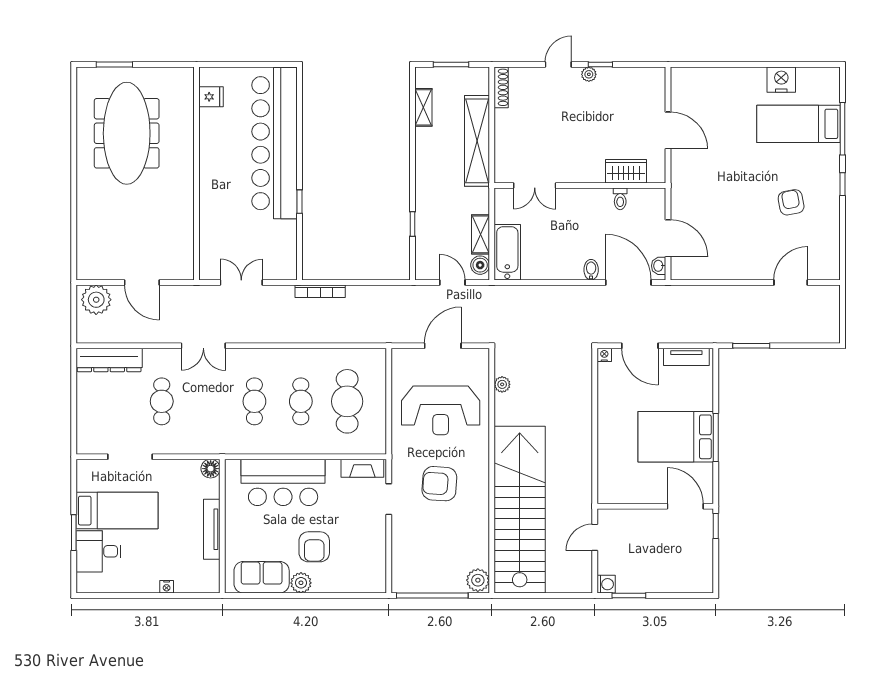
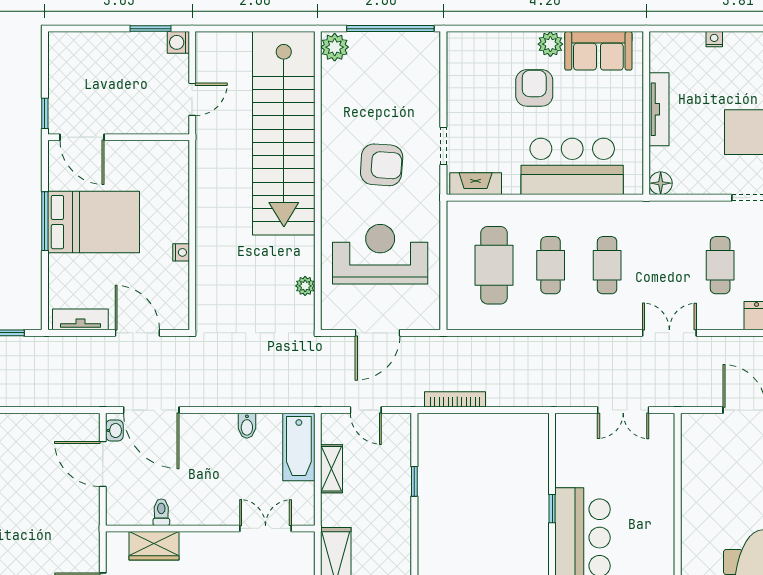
boiler: (480, 265) -> (332, 431), removed
bidet: (591, 270) -> (247, 426), moved
bookcase: (320, 291) -> (455, 399), moved
nightstand: (604, 355) -> (181, 252), moved, turned -90

